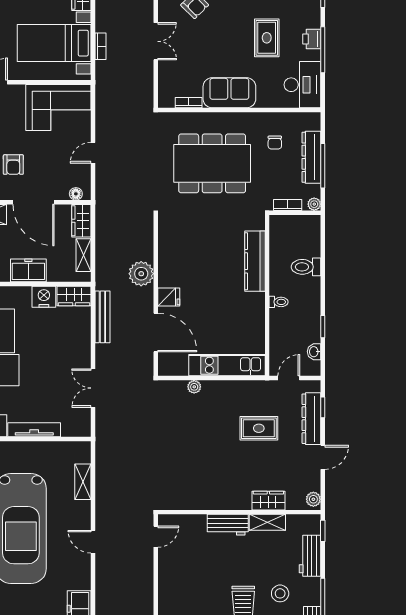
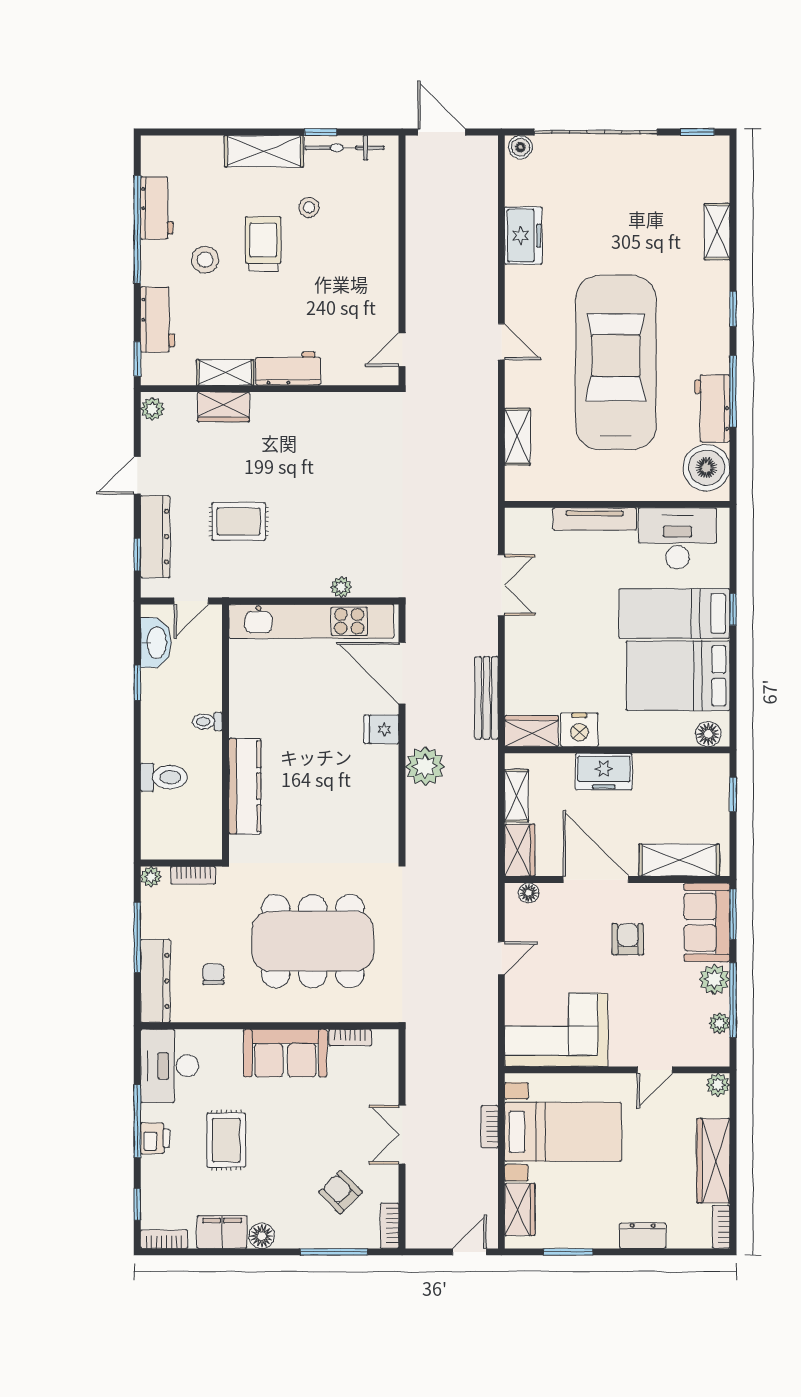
dresser: (311, 157) -> (155, 981), moved
washbasin: (314, 352) -> (156, 643), width x1.91, depth x1.45
kitchen unit: (227, 365) -> (311, 621), width x1.36

